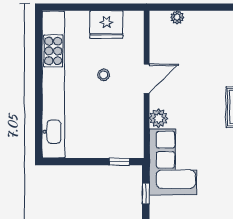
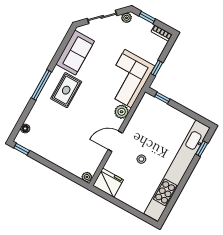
plant: (177, 17) -> (87, 177), moved
fridge: (106, 25) -> (108, 183), moved
window: (39, 127) -> (202, 149), added

